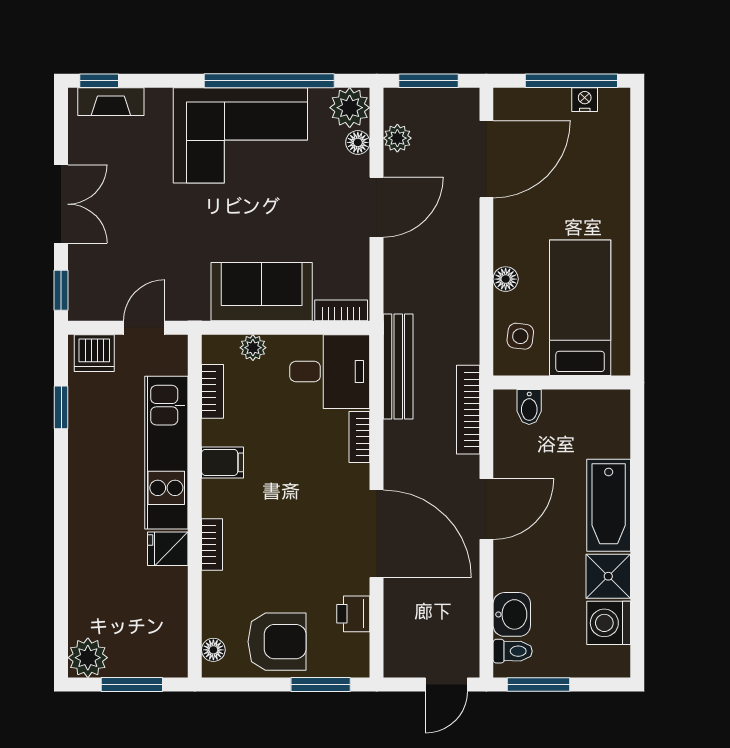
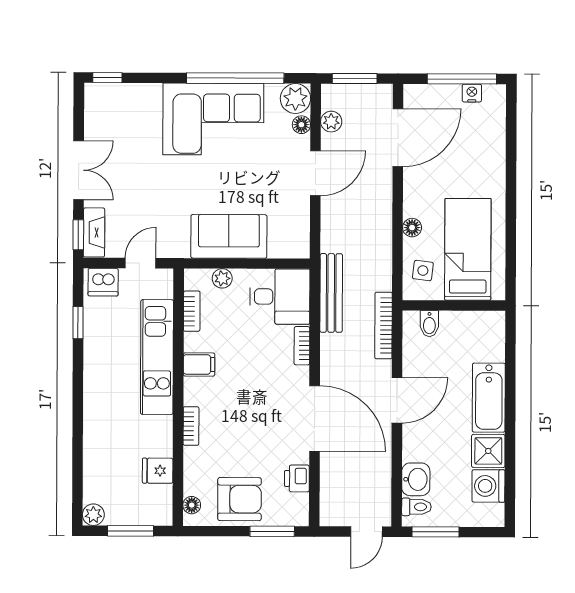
fireplace: (111, 102) -> (94, 232), moved, turned -90
bookcase: (341, 310) -> (288, 251), removed
fridge: (168, 549) -> (158, 471), moved
plant: (88, 658) -> (93, 515), width x0.73, depth x0.73

